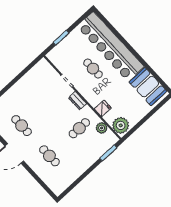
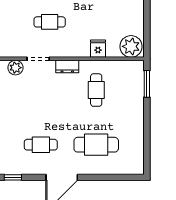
plant: (102, 128) -> (15, 68), moved
cafe table: (49, 156) -> (96, 145), width x1.37, depth x1.35

